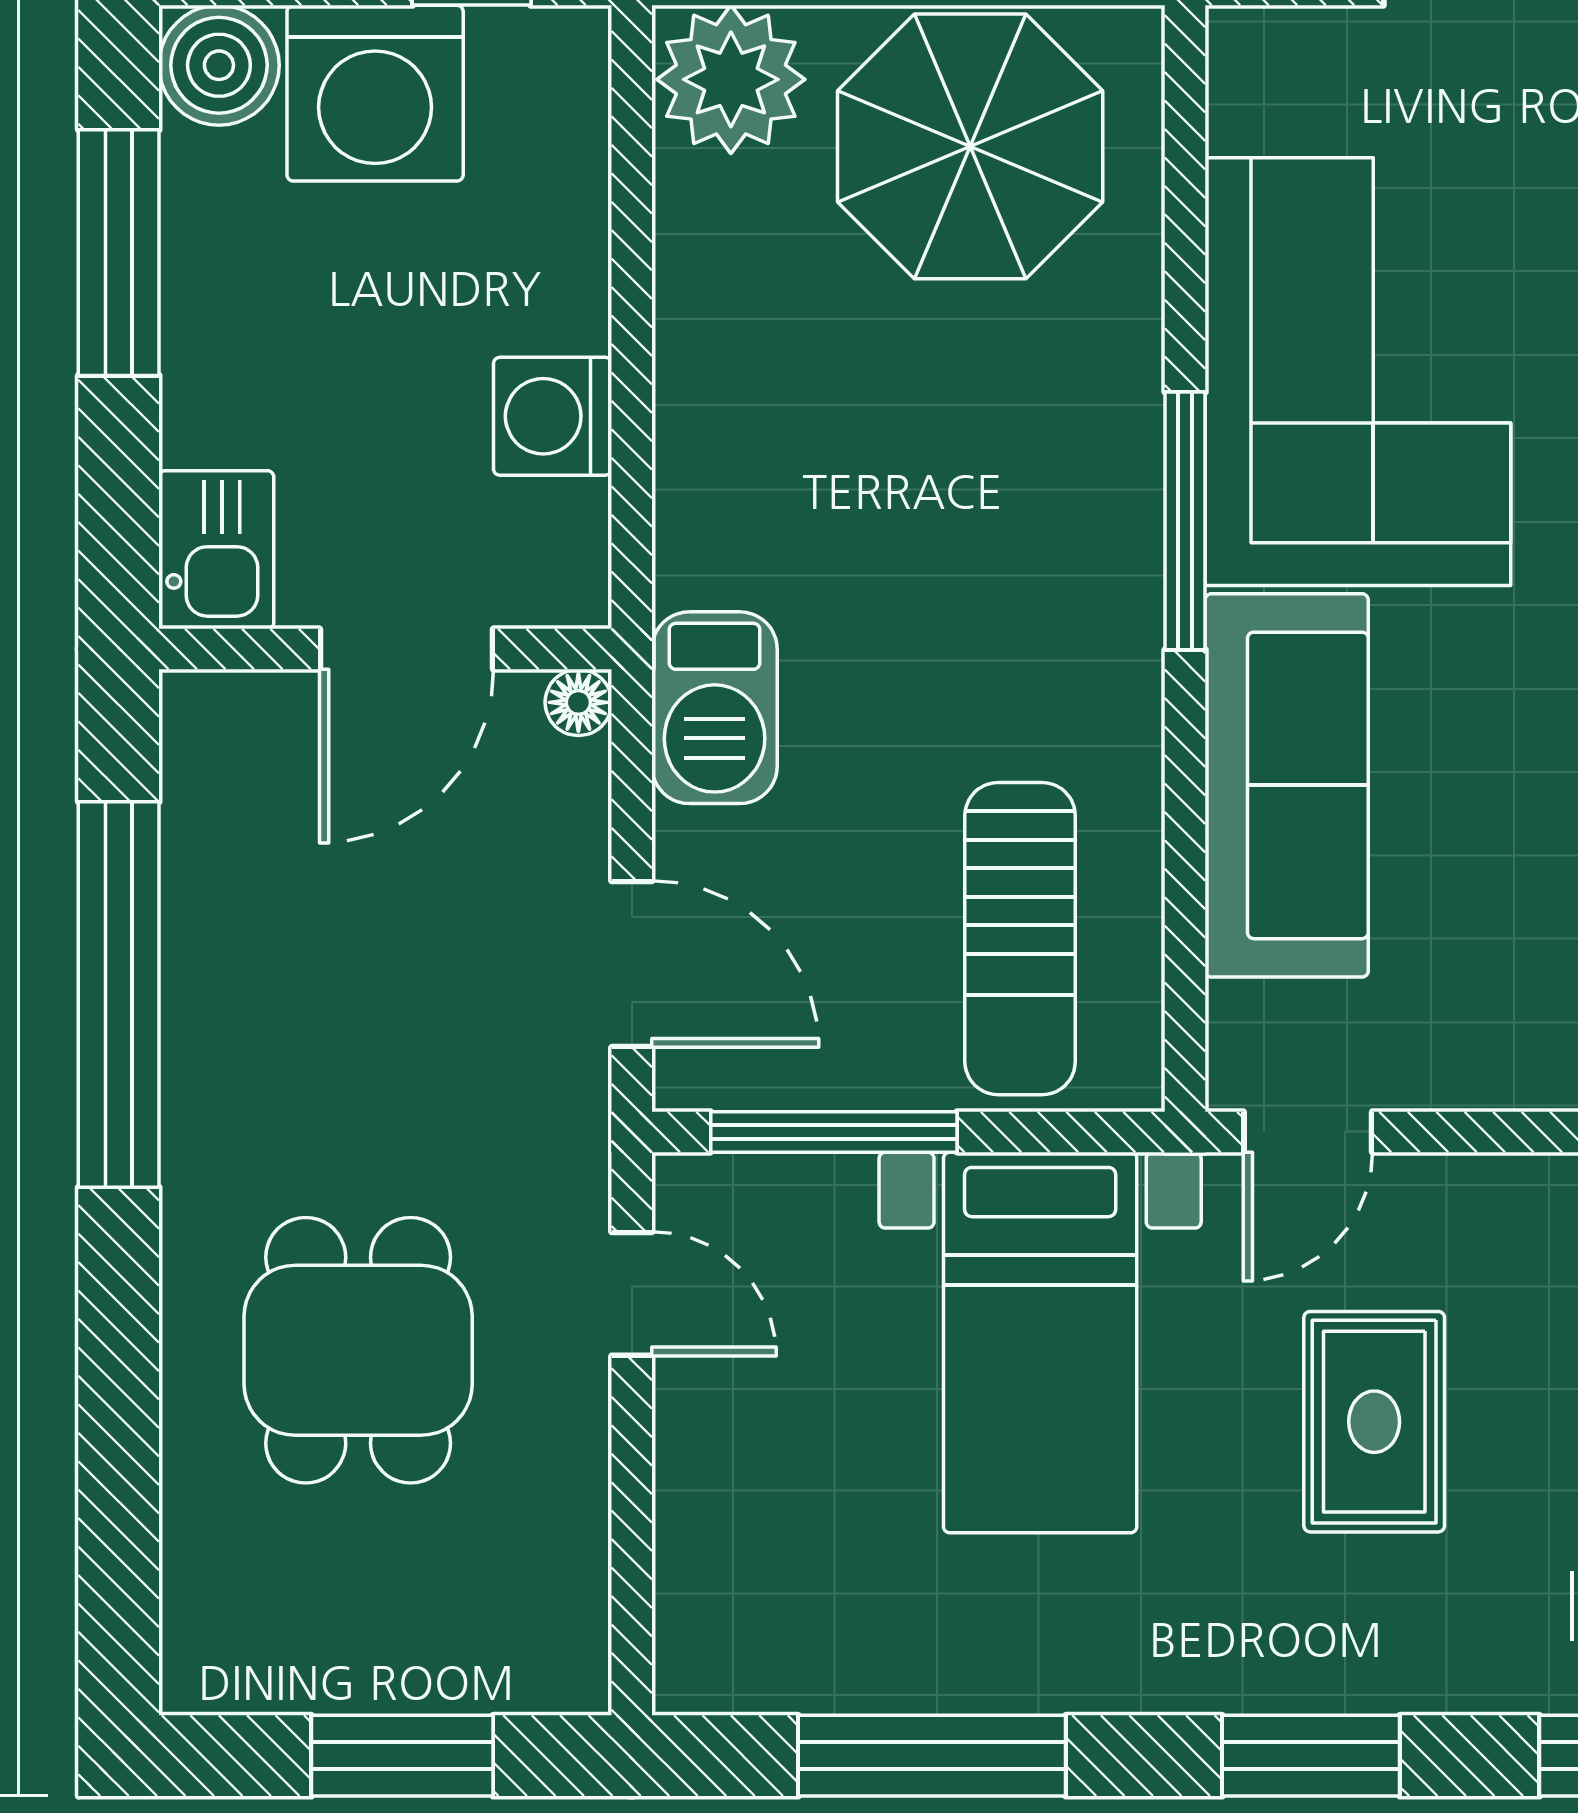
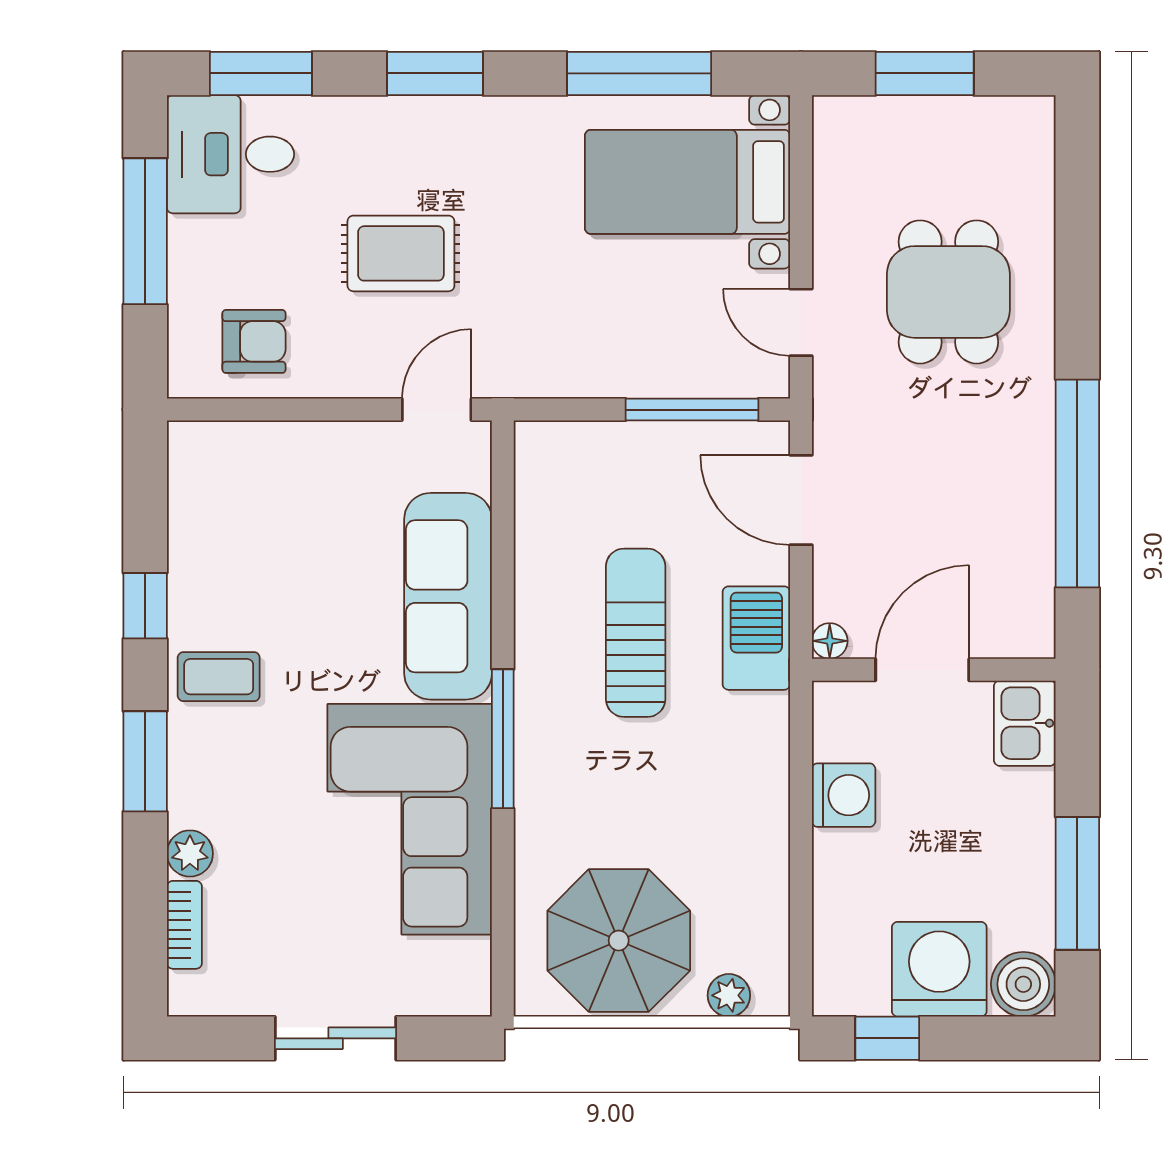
plant: (731, 79) -> (729, 995), width x0.53, depth x0.53
sun lounger: (1020, 939) -> (636, 633), moved
bed with nightstands: (1040, 1342) -> (688, 182), moved, turned -90
rug: (1374, 1422) -> (401, 253), turned 90

